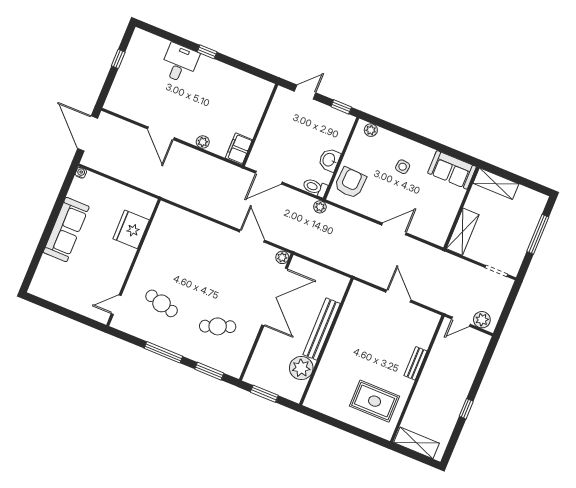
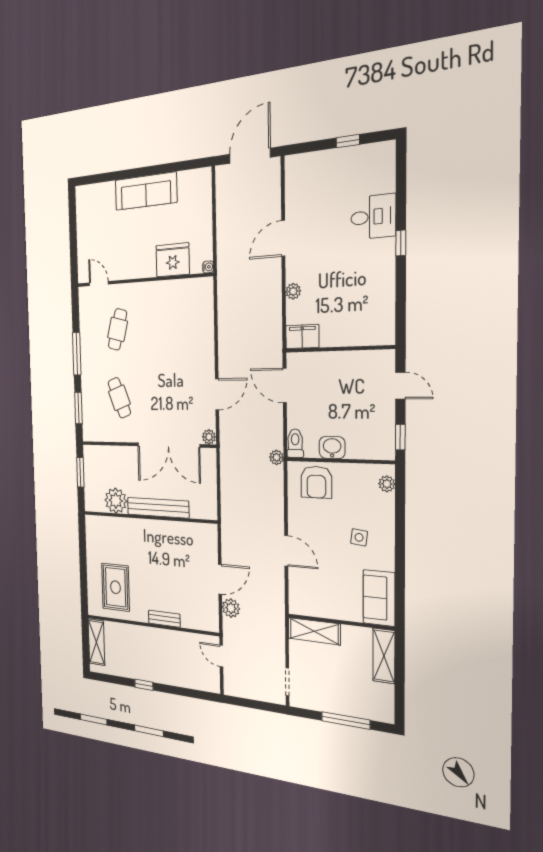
water cooler: (81, 173) -> (208, 267), moved
armchair: (350, 183) -> (316, 482), turned 87
plant: (482, 320) -> (231, 608), moved

